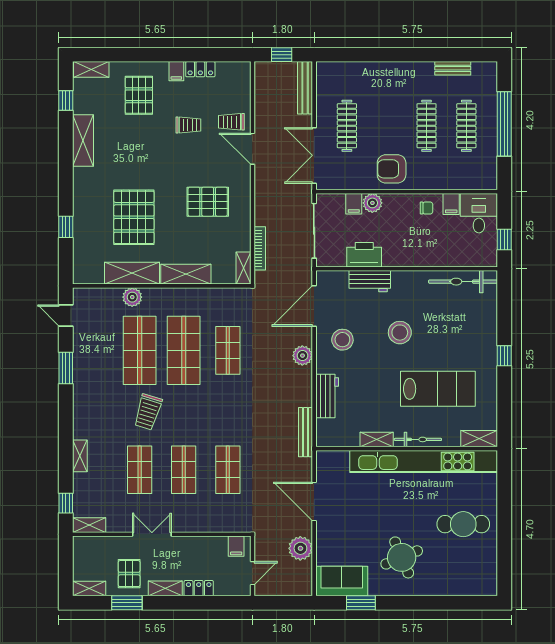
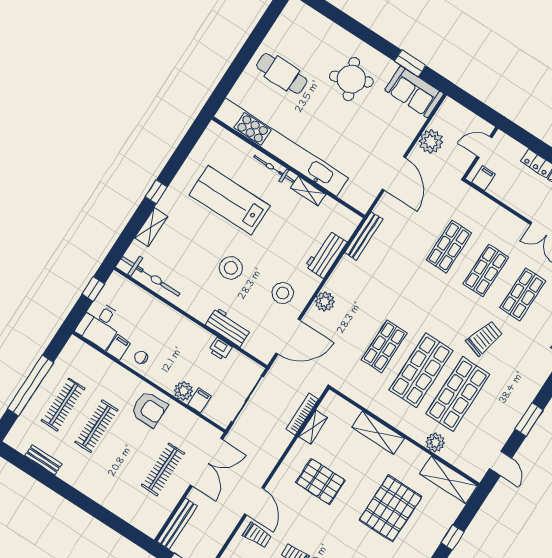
printer: (364, 255) -> (221, 349), width x0.53, depth x0.68
shelving: (243, 268) -> (313, 427), moved
shelving: (132, 273) -> (449, 480), moved
shelving: (479, 439) -> (151, 227), moved, turned 90

